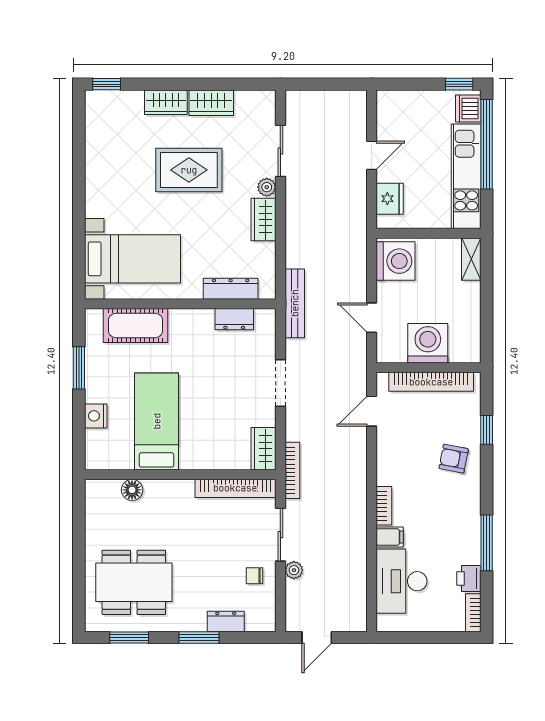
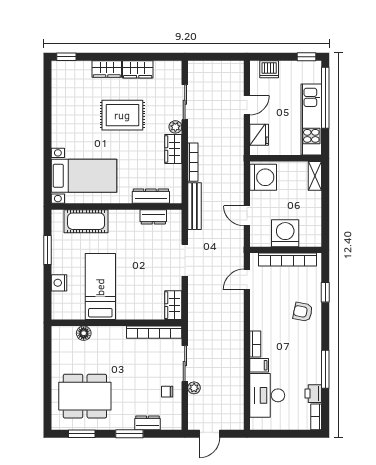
dishwasher: (468, 108) -> (269, 69), moved, turned -90
bookcase: (292, 470) -> (193, 162), moved

